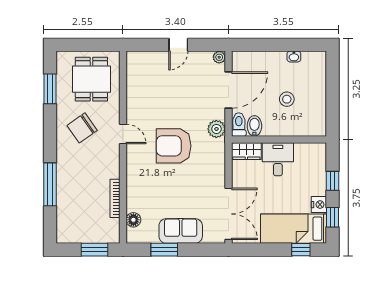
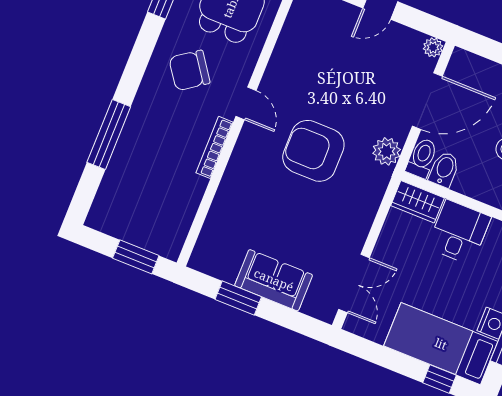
bookcase: (115, 198) -> (215, 147), moved
double door: (229, 214) -> (354, 283), width x0.73
floor lamp: (133, 220) -> (211, 236), removed

